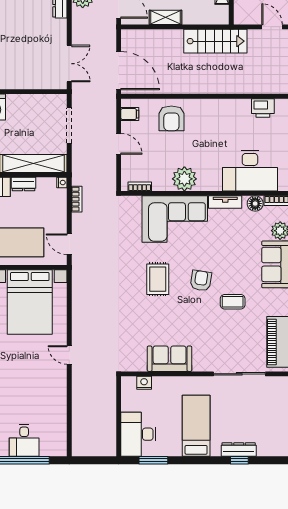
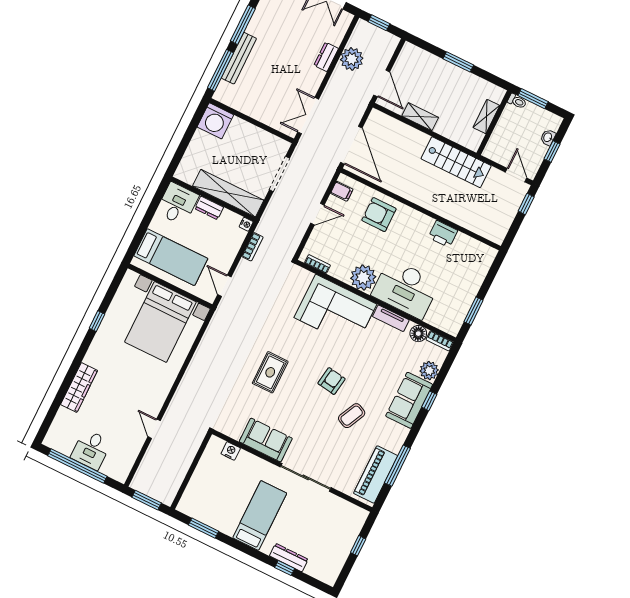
double door: (69, 64) -> (308, 116), swing flipped
printer: (263, 108) -> (443, 234), moved
armchair: (171, 118) -> (379, 215), turned 90
door: (119, 144) -> (317, 214), hinge flipped
desk: (250, 171) -> (406, 289), moved
rug: (158, 279) -> (270, 372), moved
coffee table: (233, 302) -> (352, 416), turned -64
door: (69, 355) -> (154, 429), moved
sliding door: (239, 374) -> (306, 477), moved
desk: (138, 434) -> (201, 497), removed
window: (93, 460) -> (147, 500), added

